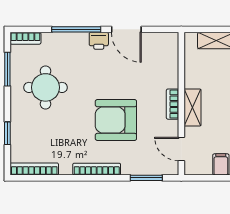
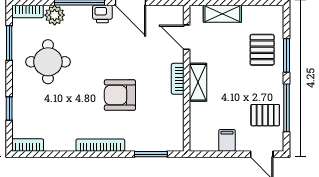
plant: (52, 42) -> (55, 15), added
armchair: (116, 120) -> (120, 95), width x0.73, depth x0.73
door: (181, 149) -> (187, 37), moved
bookcase: (34, 169) -> (28, 145), width x0.64

